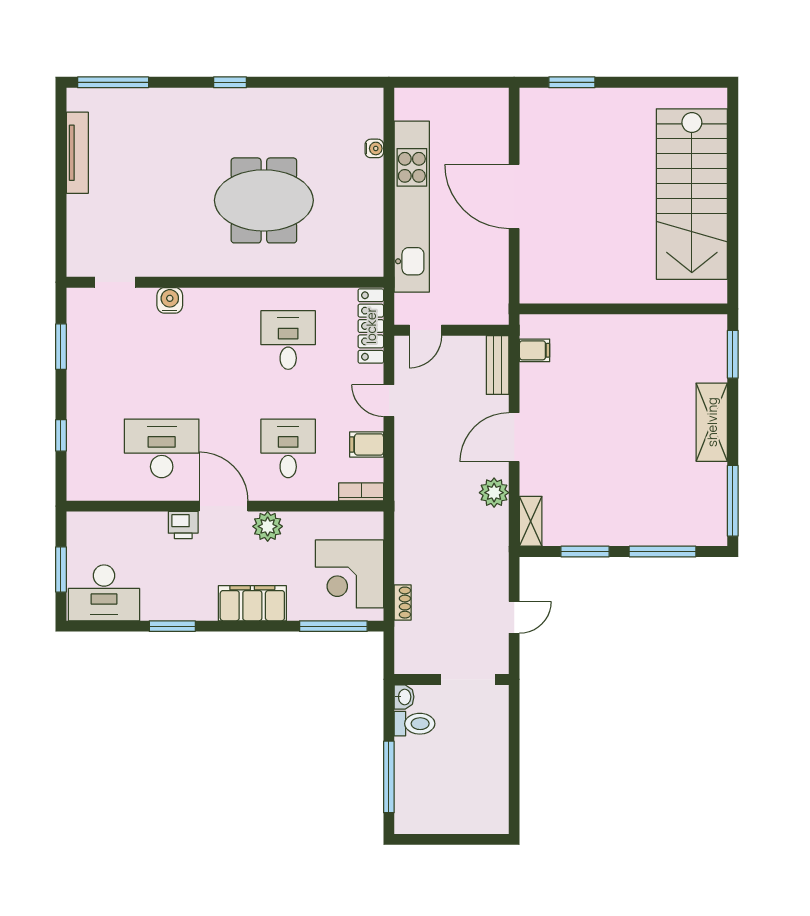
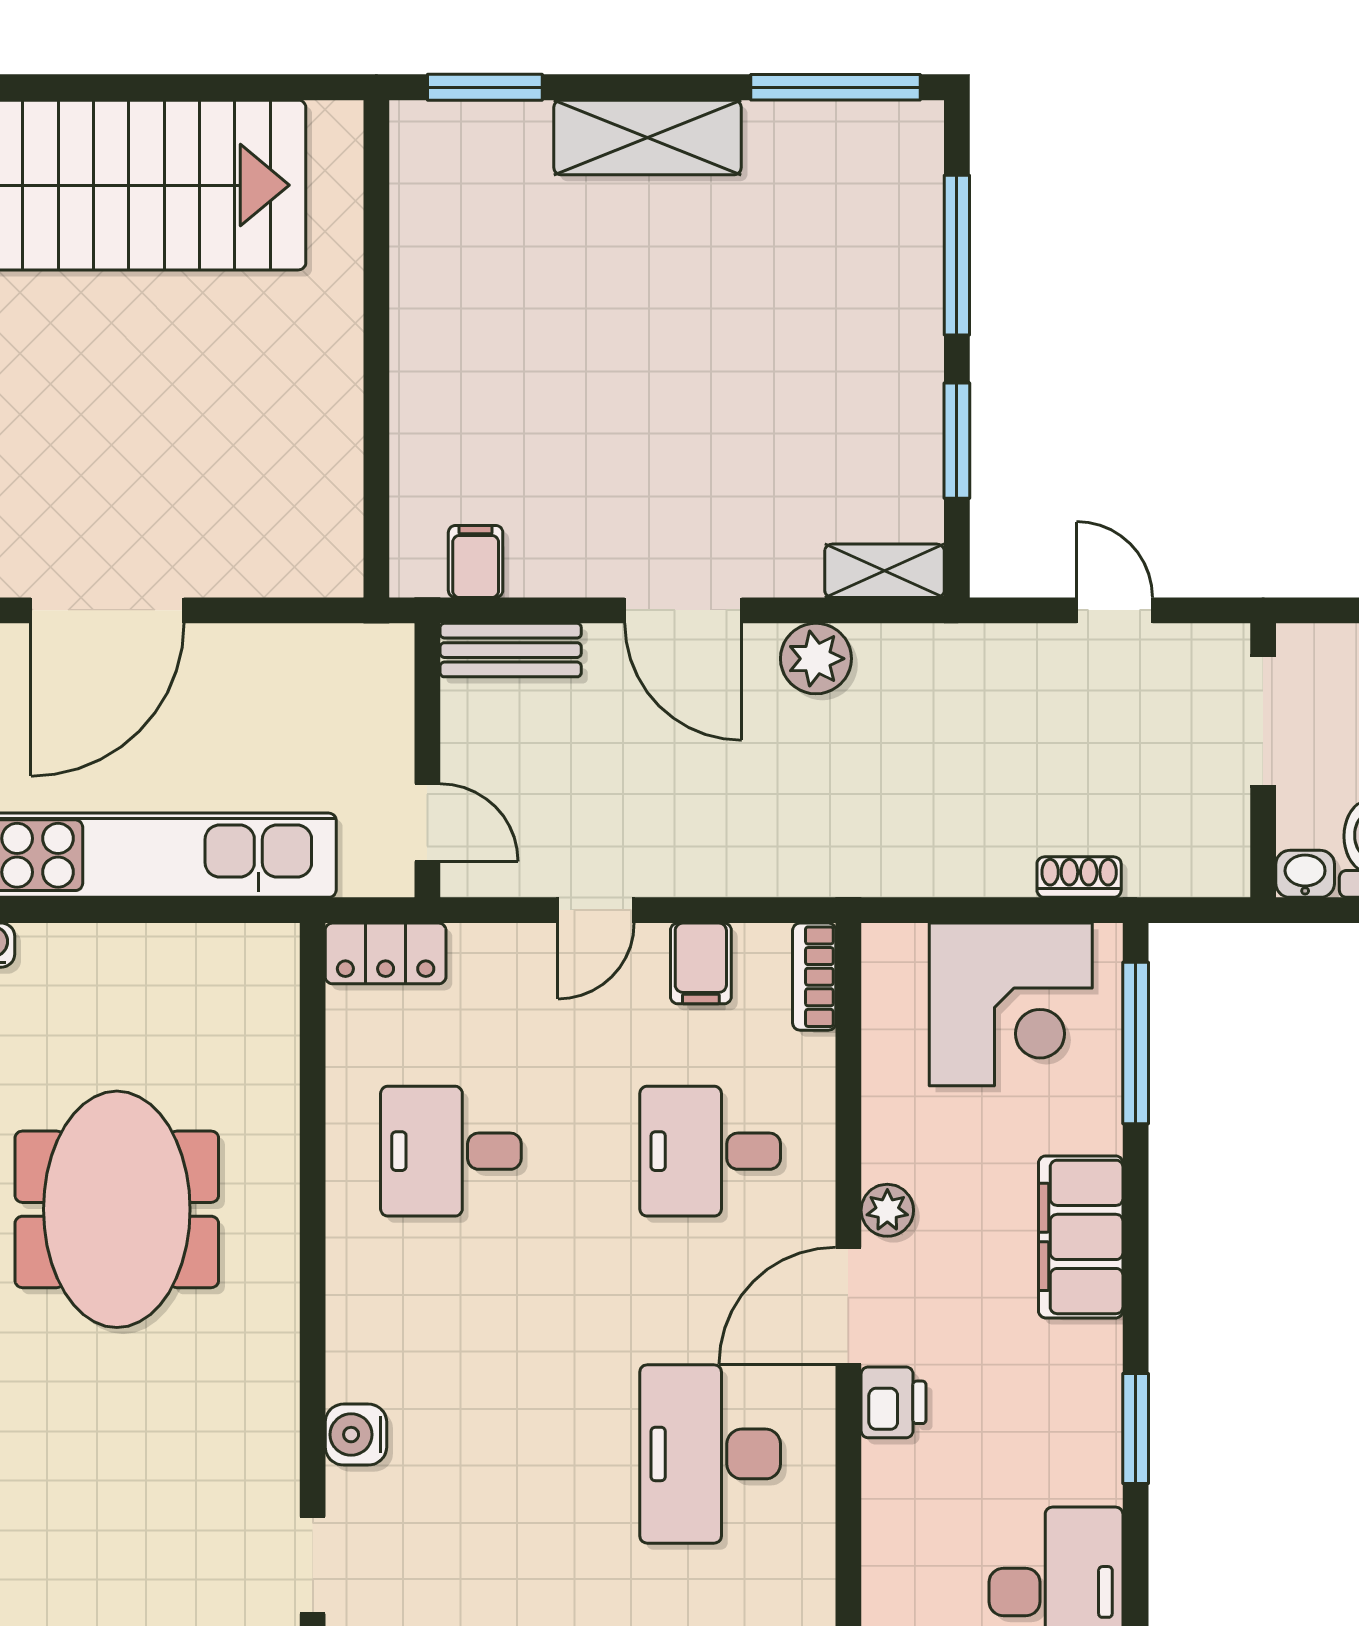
locker: (371, 326) -> (386, 953), width x0.66
plant: (268, 526) -> (887, 1210), width x0.73, depth x0.73

